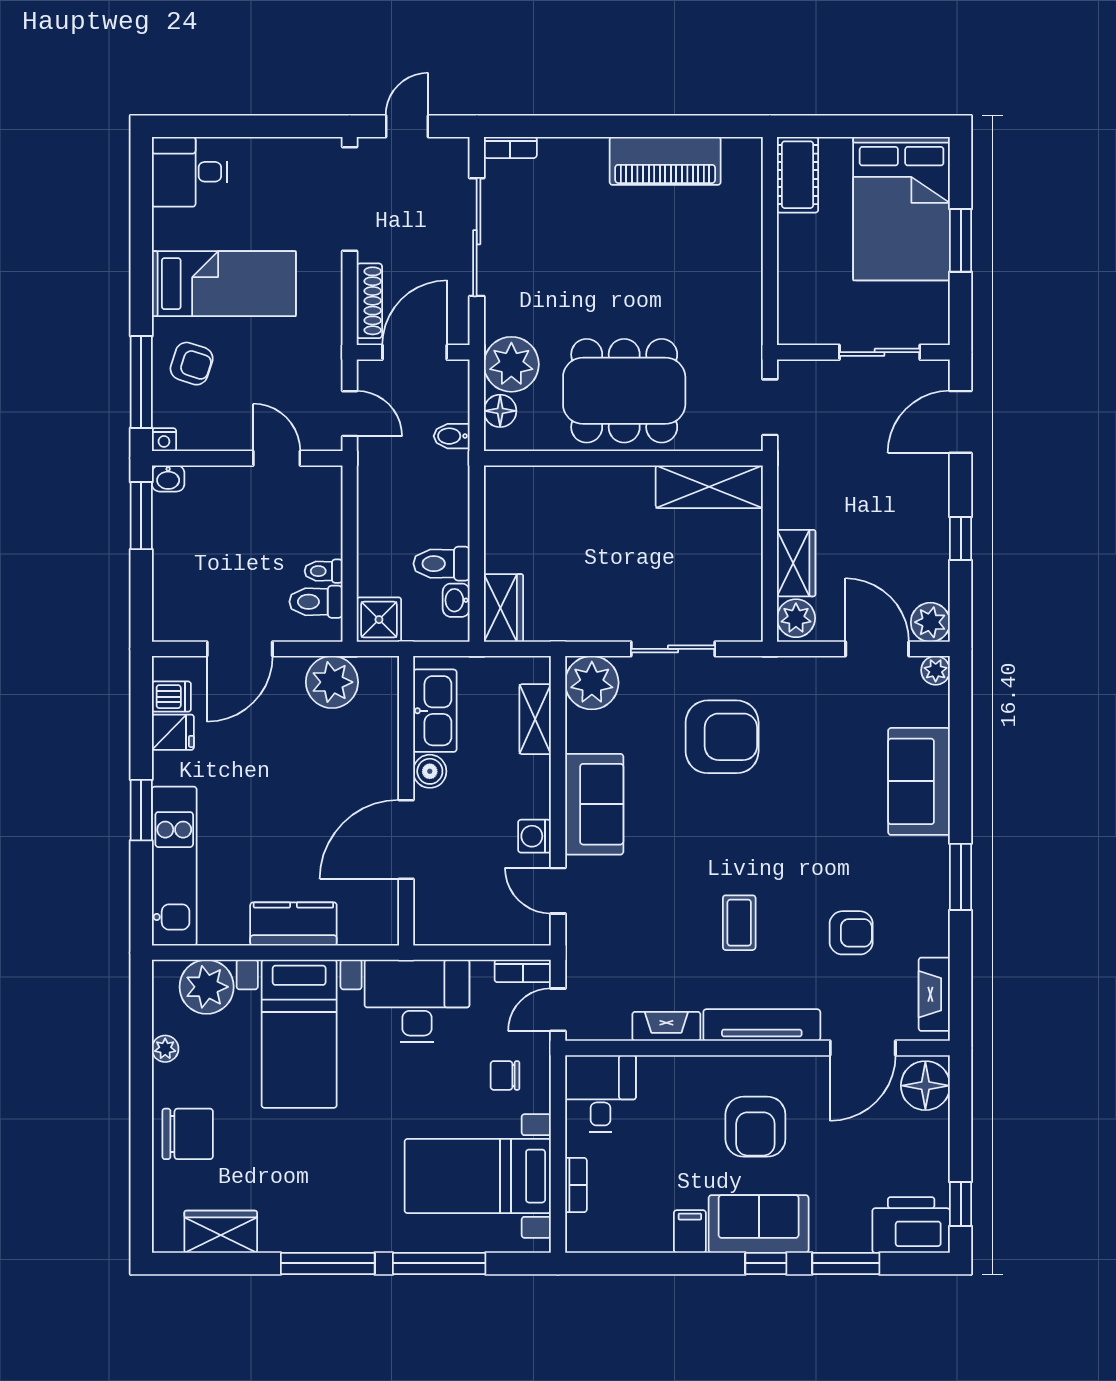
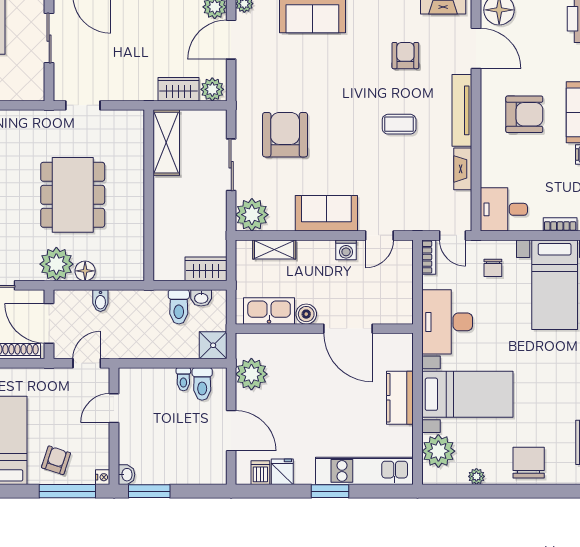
wall: (623, 458) -> (149, 195), moved
shelving: (709, 487) -> (166, 143), moved

